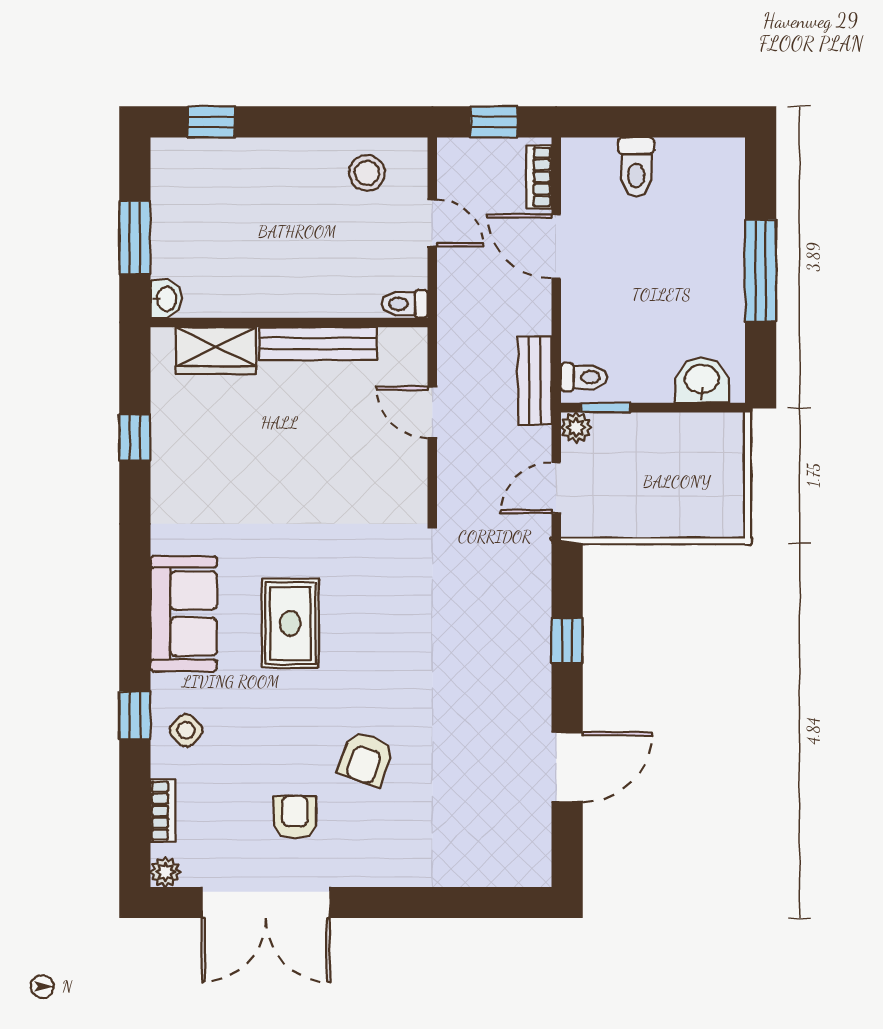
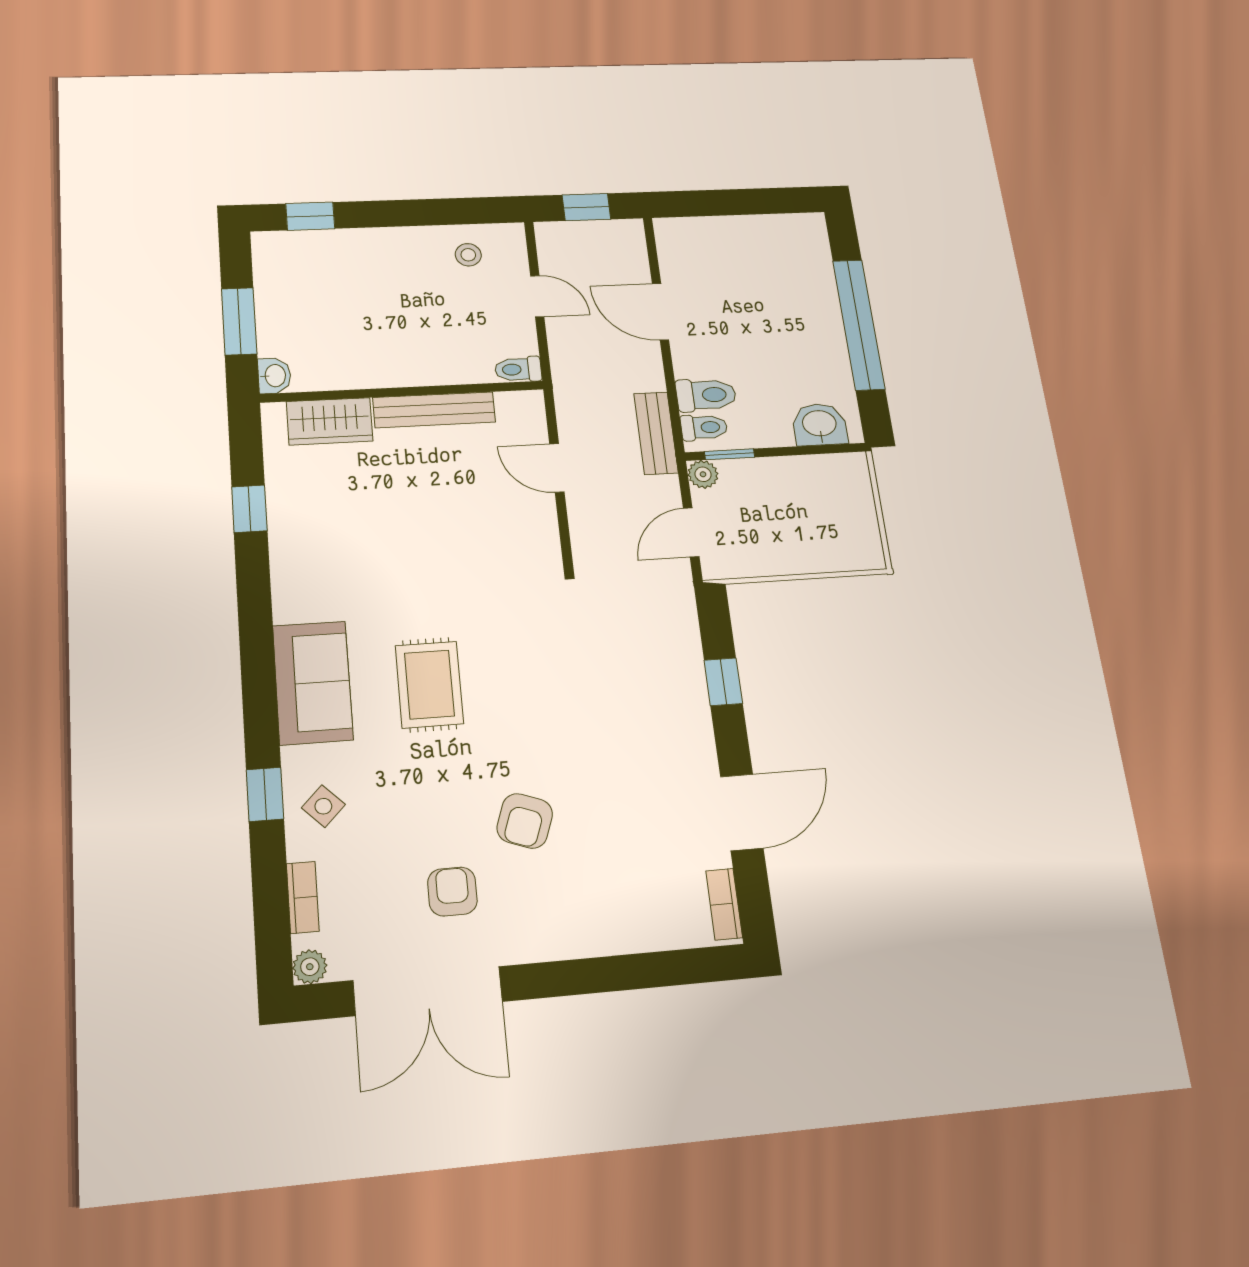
toilet: (636, 167) -> (706, 395), moved, turned -90
stool: (367, 173) -> (468, 255), width x0.73, depth x0.73
bookcase: (539, 177) -> (724, 904), moved
window: (761, 271) -> (859, 325), width x1.46

